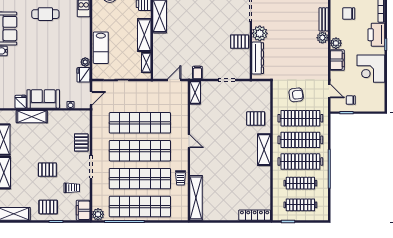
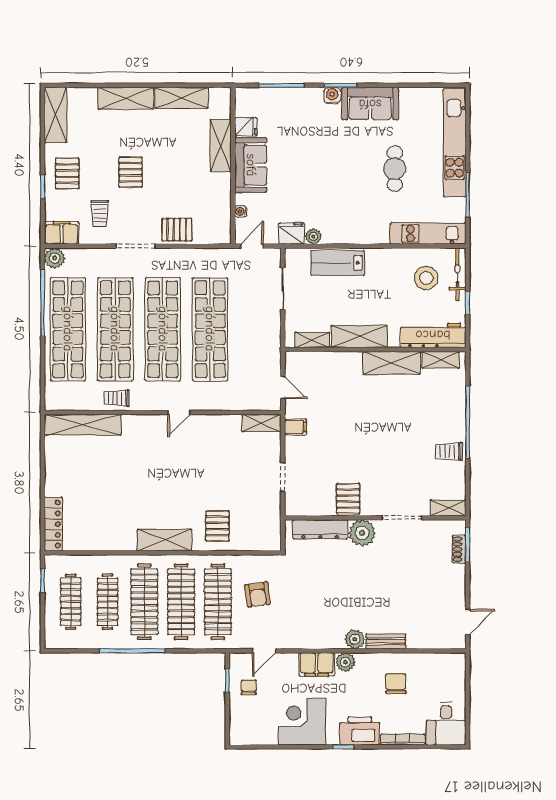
door: (91, 98) -> (252, 246), swing flipped

